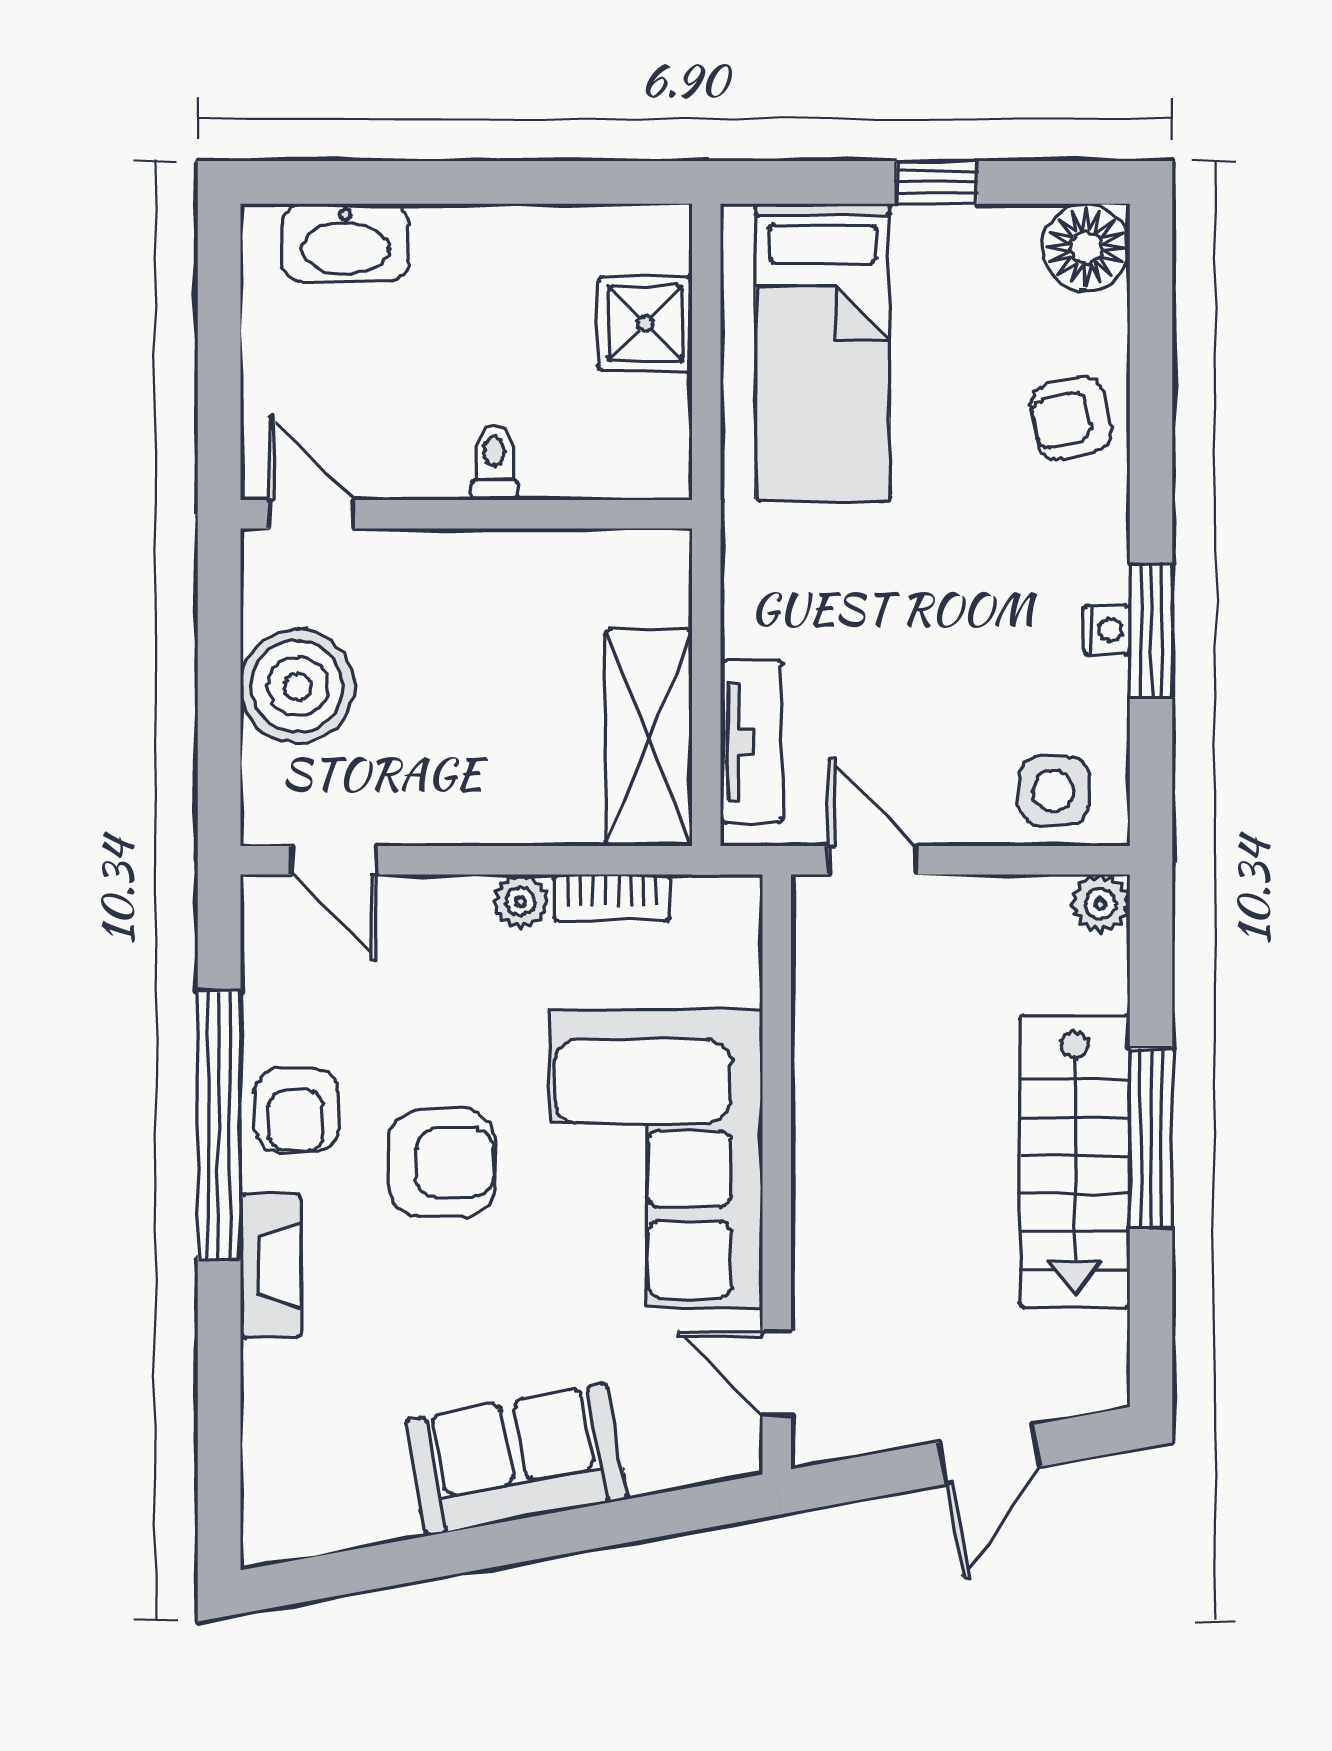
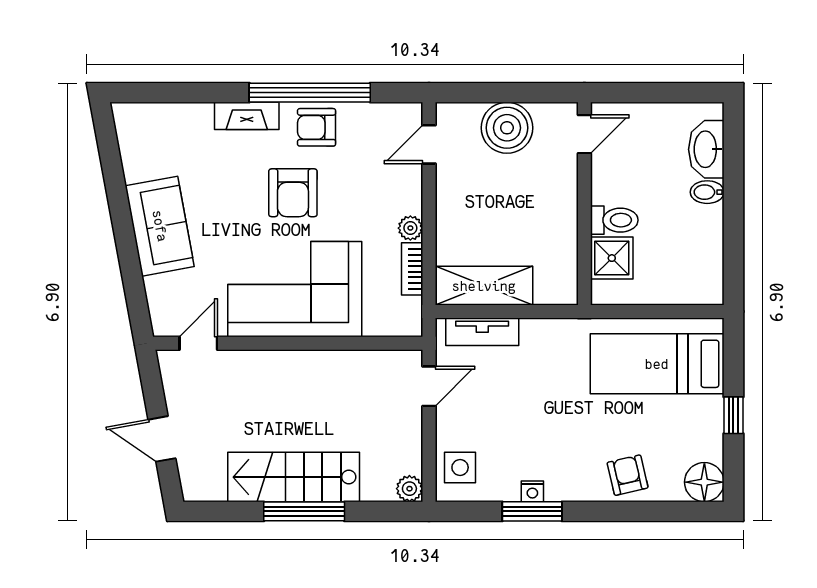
bidet: (441, 241) -> (707, 192), added
shower: (645, 324) -> (612, 258), moved
toilet: (494, 462) -> (614, 220), width x1.37, depth x1.39

